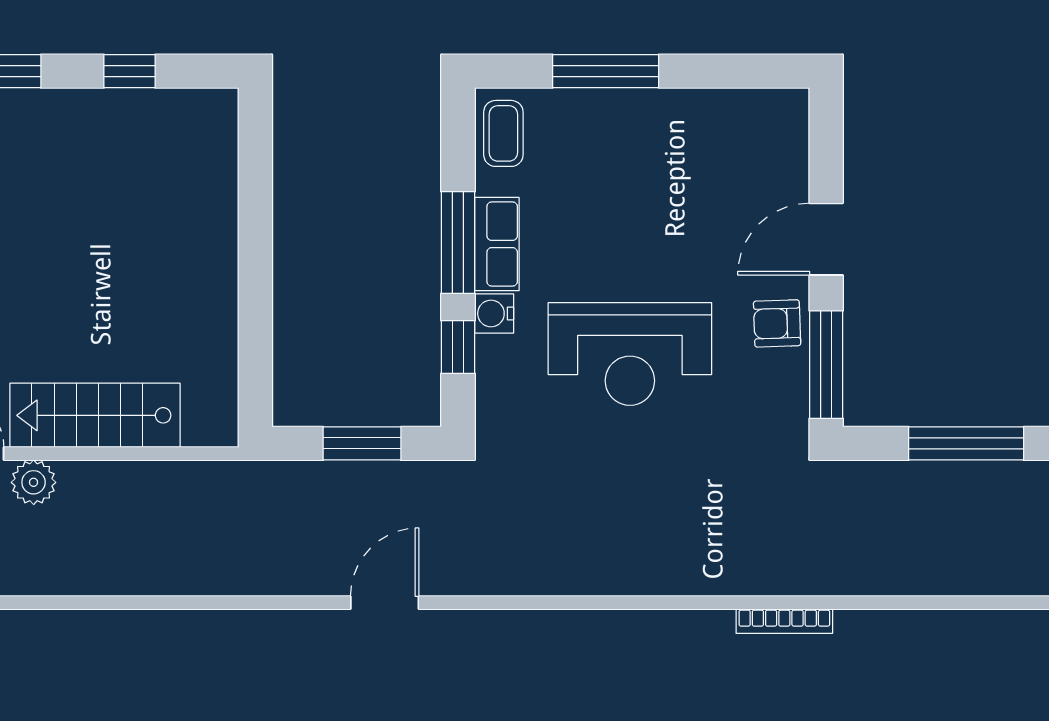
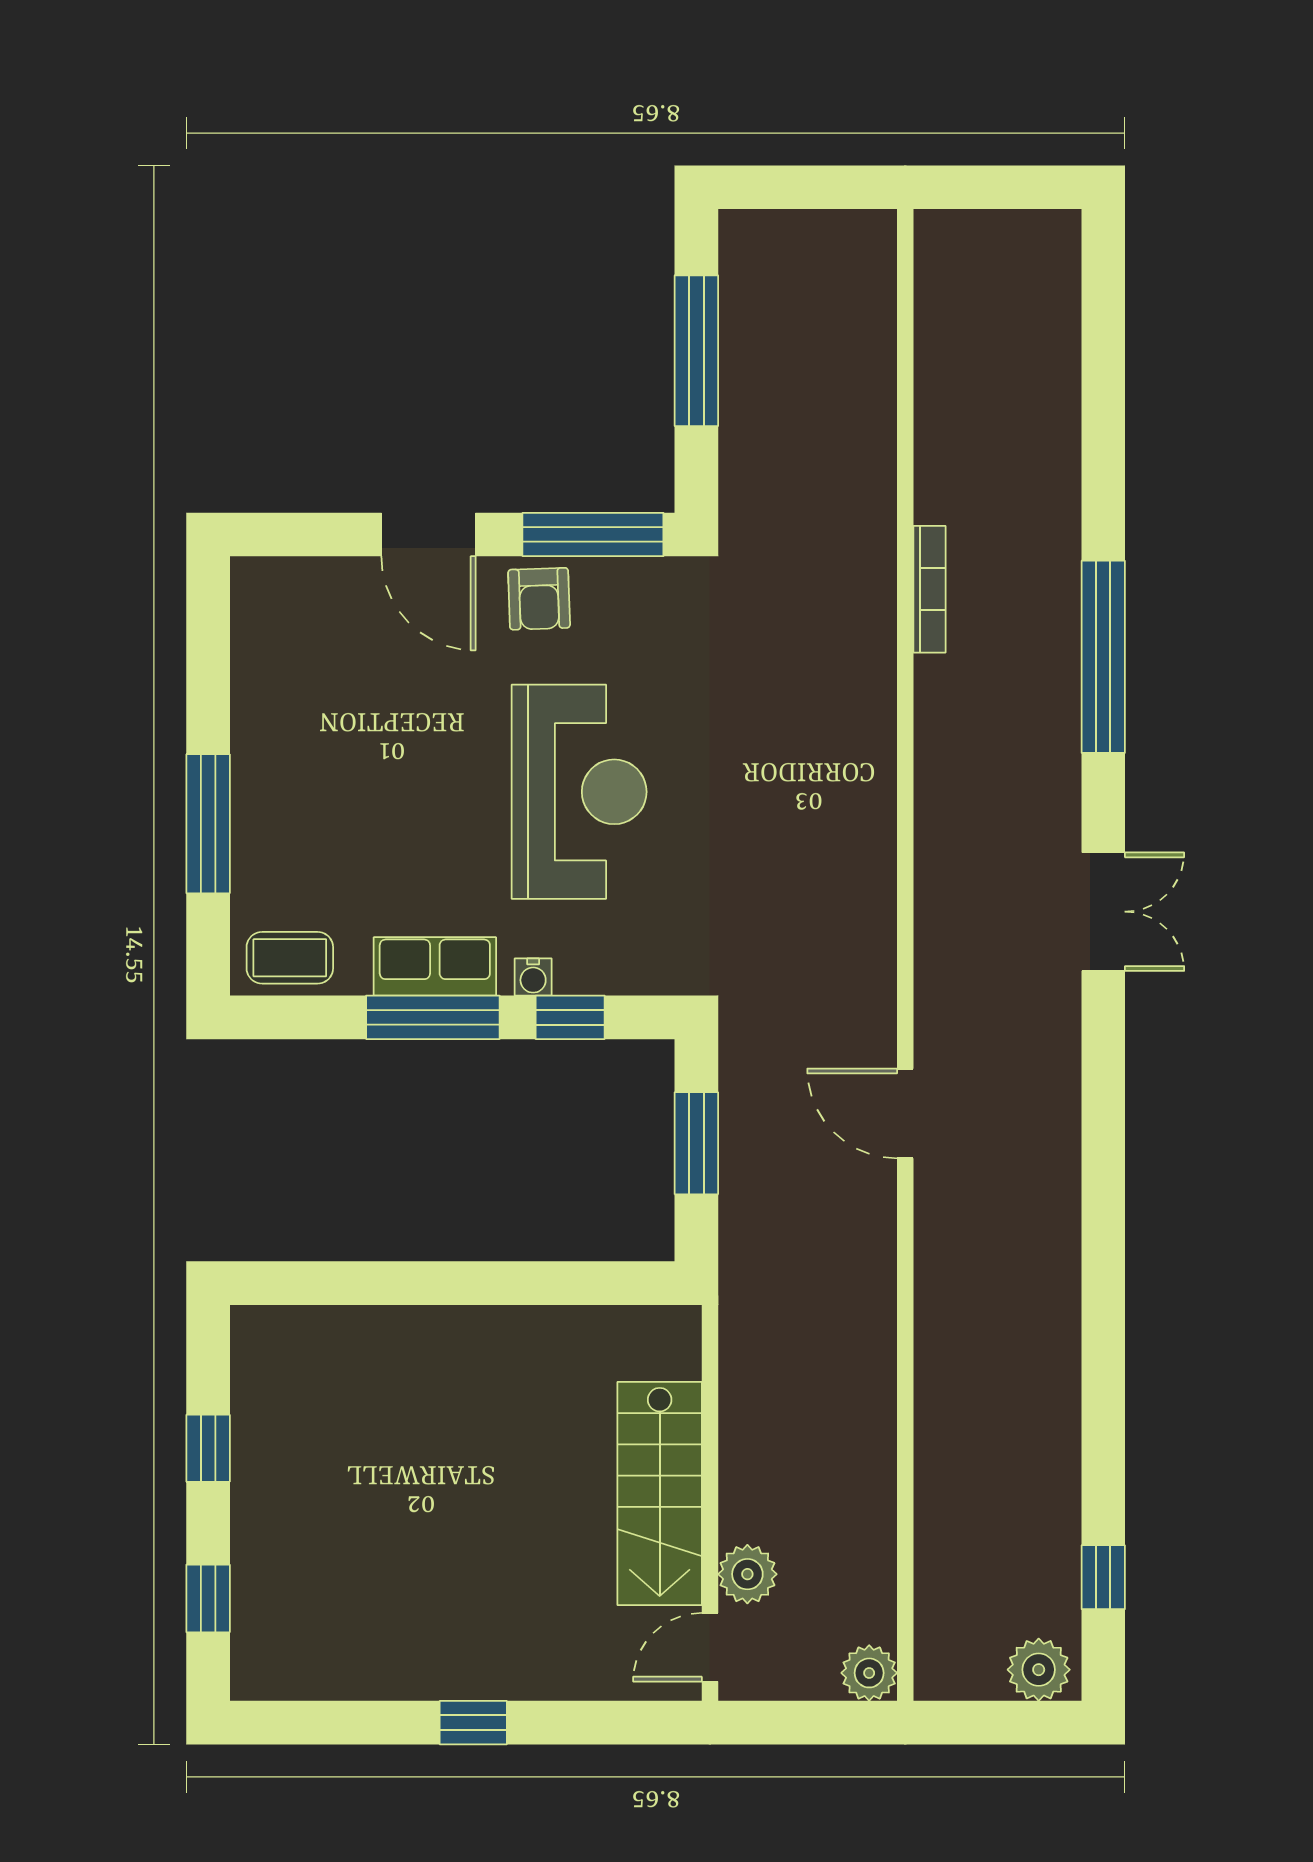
water cooler: (494, 314) -> (533, 977), width x0.72, depth x0.72

